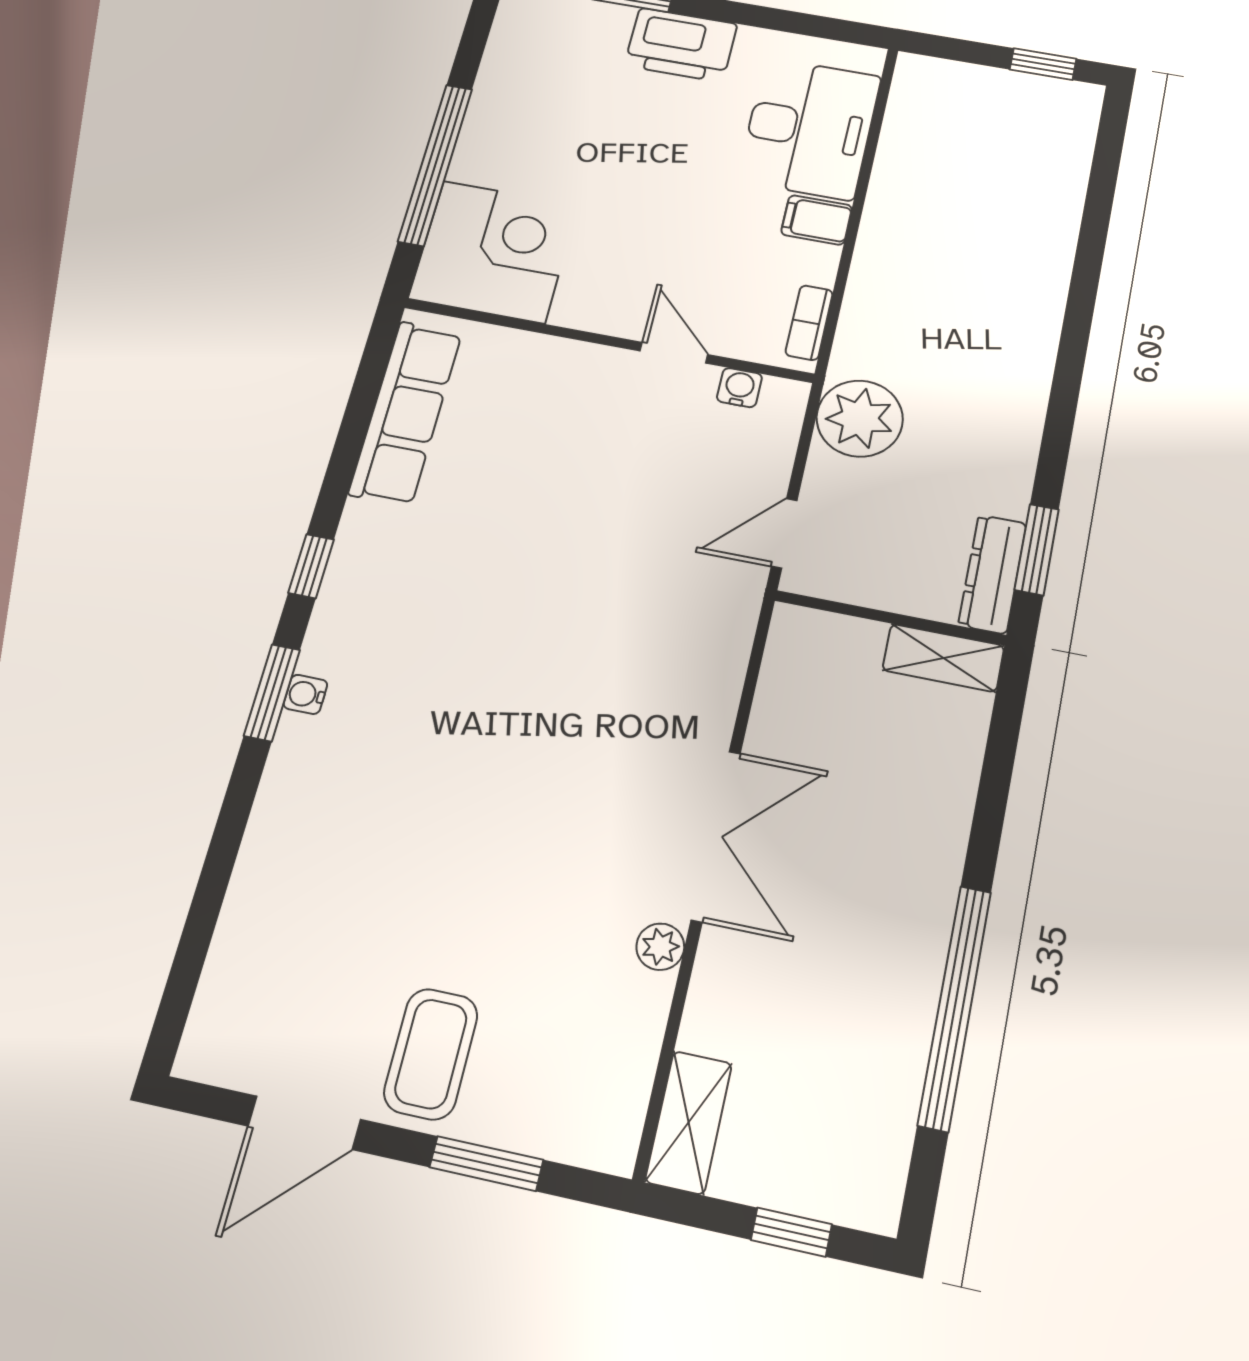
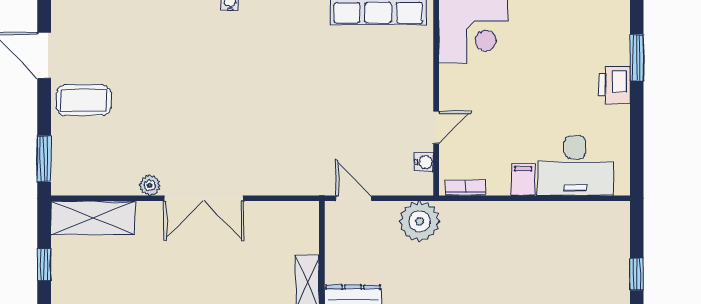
printer: (681, 45) -> (615, 85), width x0.73, depth x0.84
shelving: (689, 1122) -> (93, 218), width x1.50, depth x1.33
window: (486, 1164) -> (44, 159), moved

